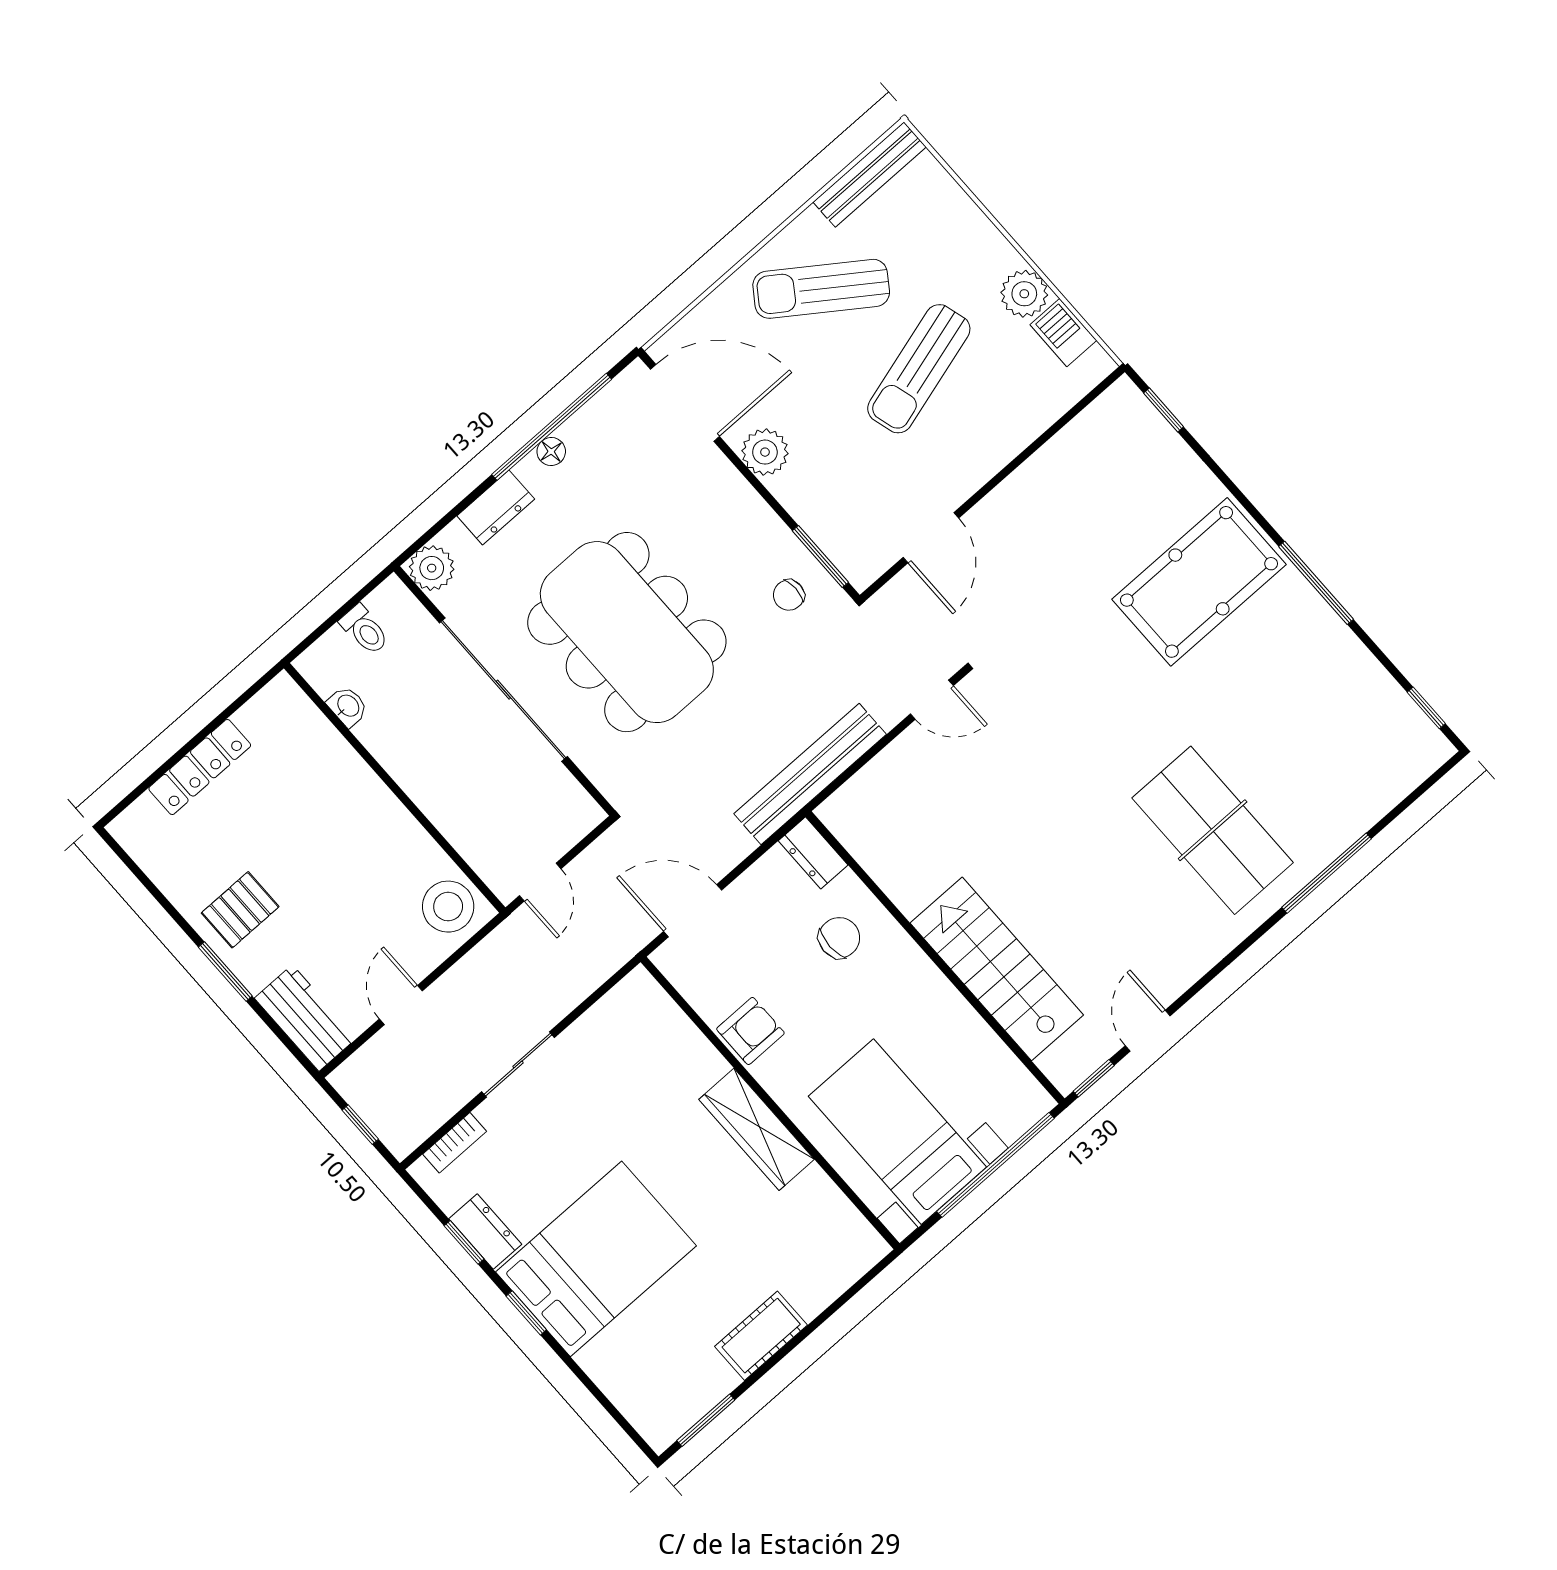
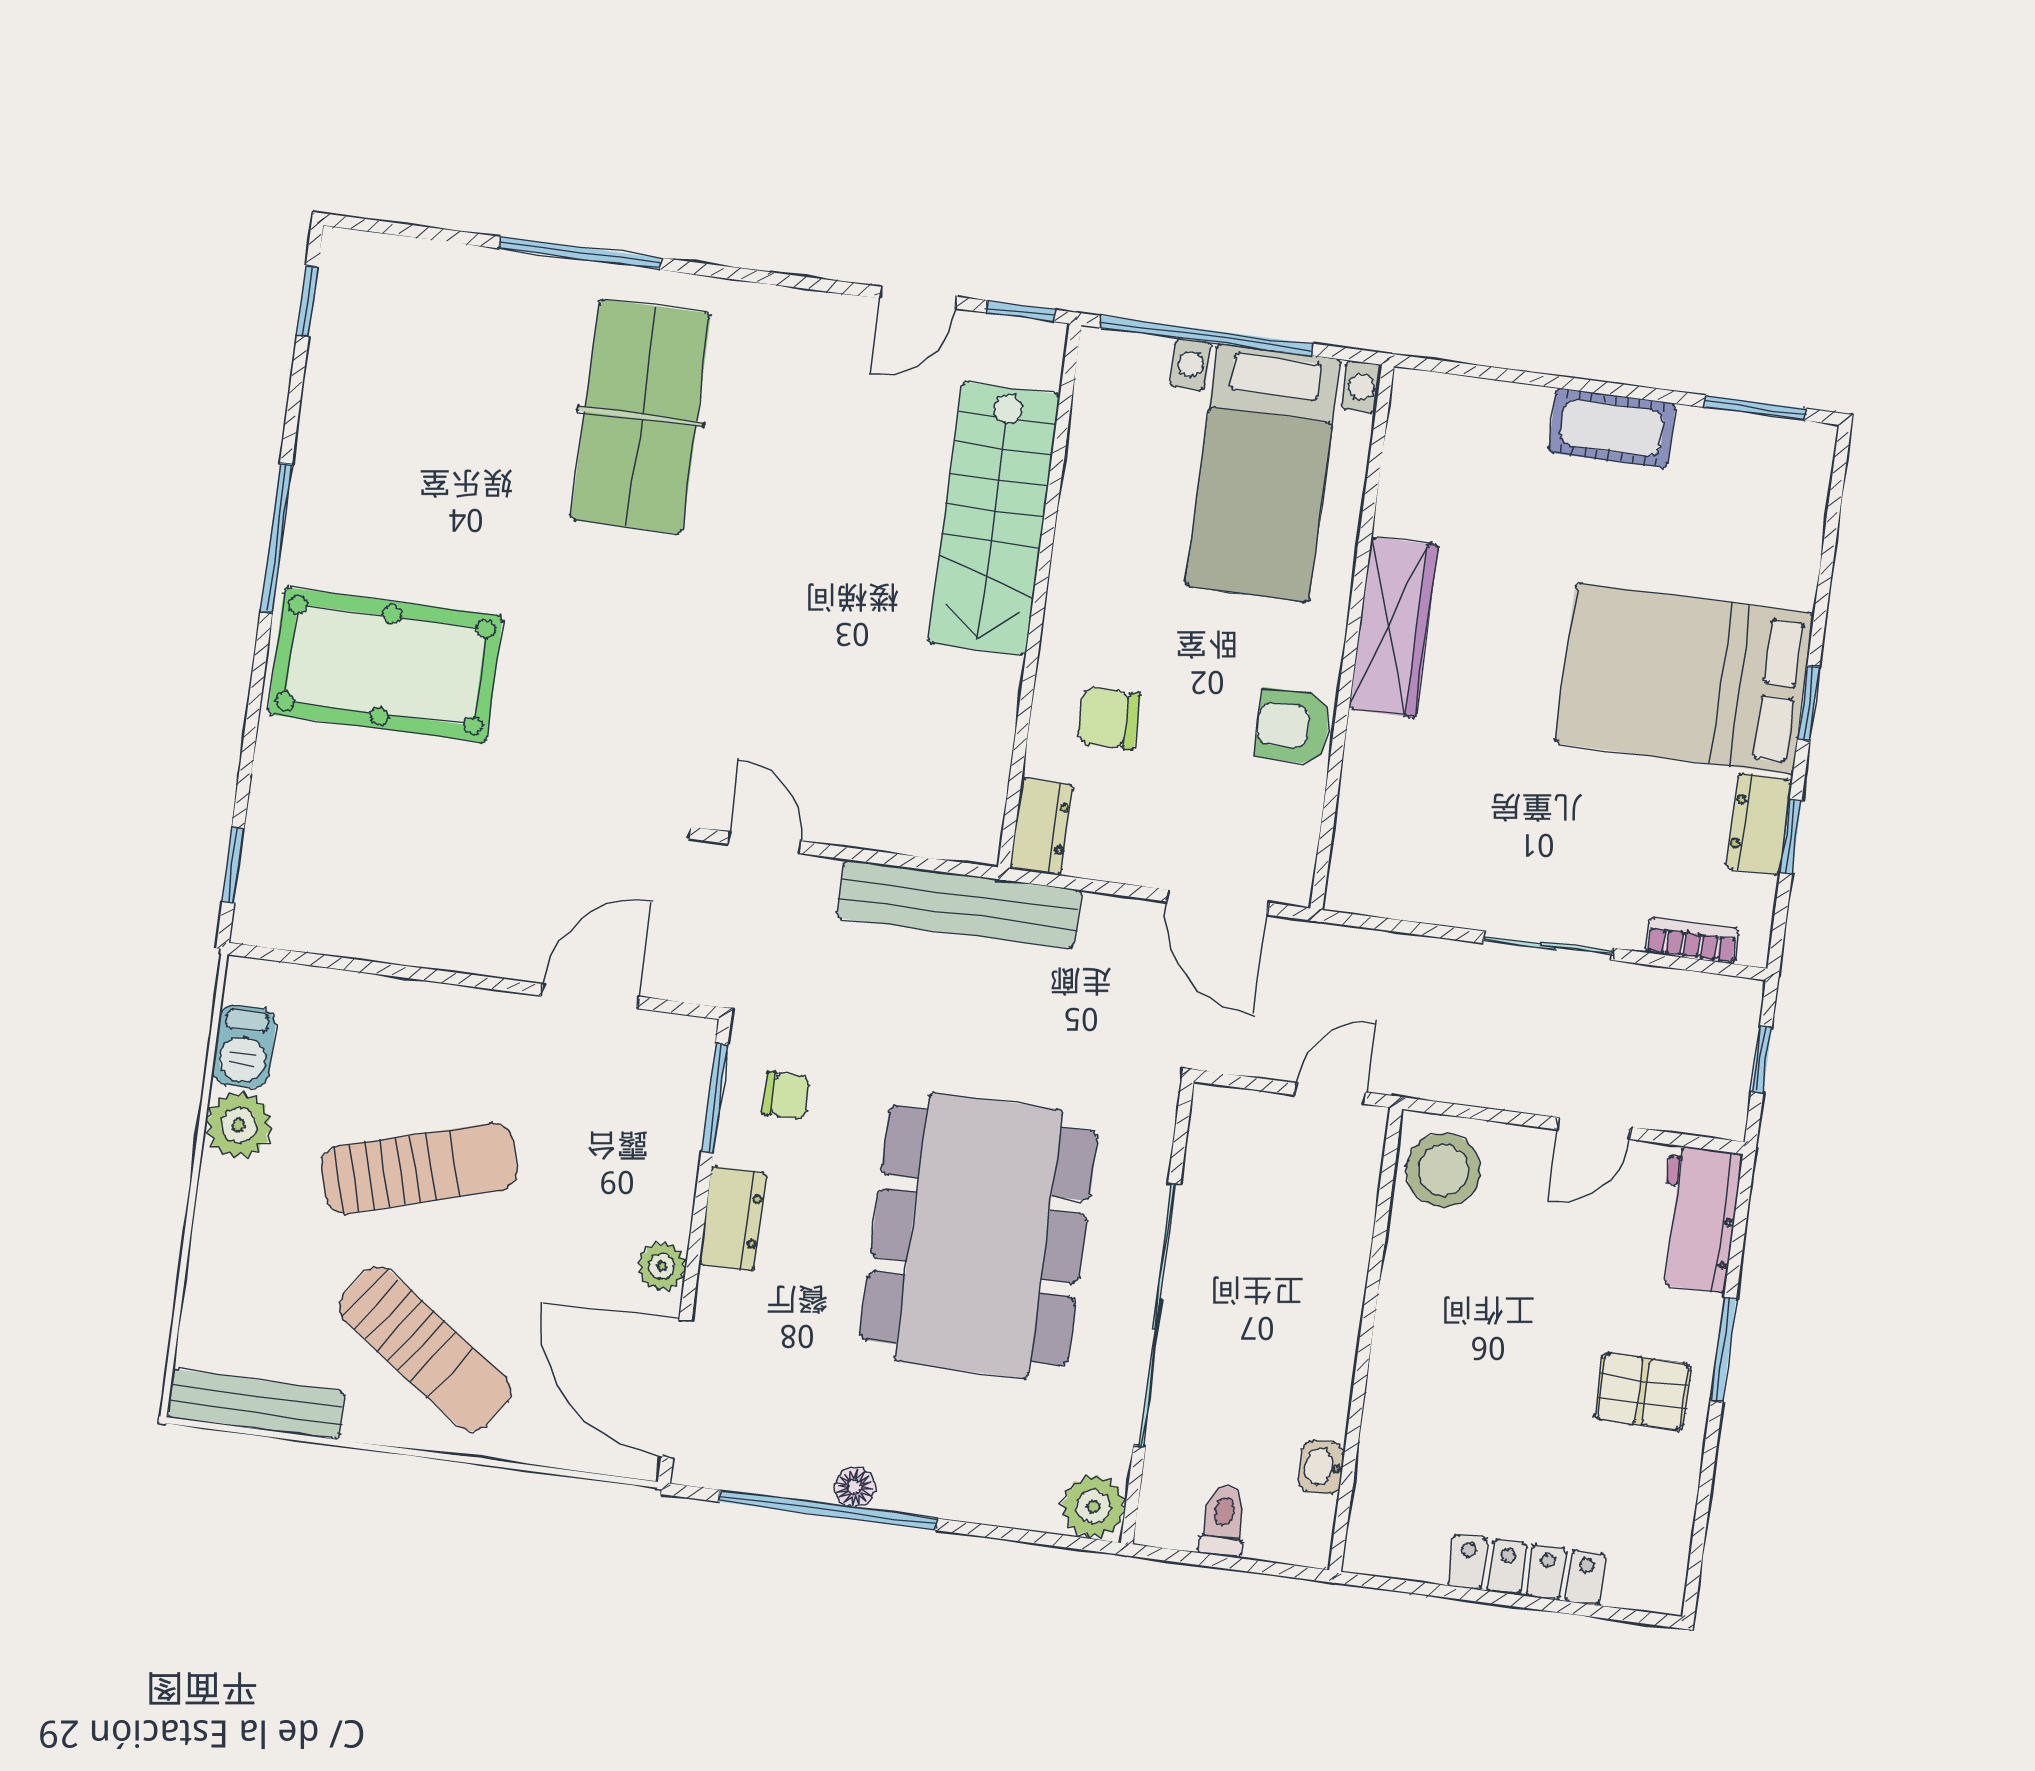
plant: (765, 452) -> (662, 1266), width x0.73, depth x0.73
dresser: (496, 507) -> (733, 1219), moved, turned 90

